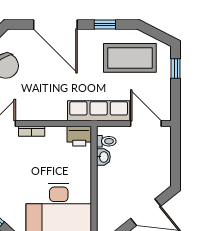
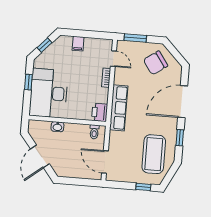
row of seats: (99, 111) -> (119, 108), moved
door: (146, 123) -> (105, 162), swing flipped
washbasin: (103, 157) -> (57, 127), moved

